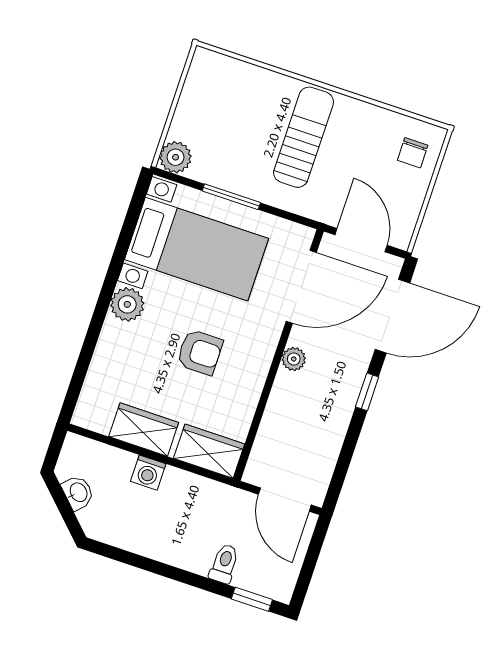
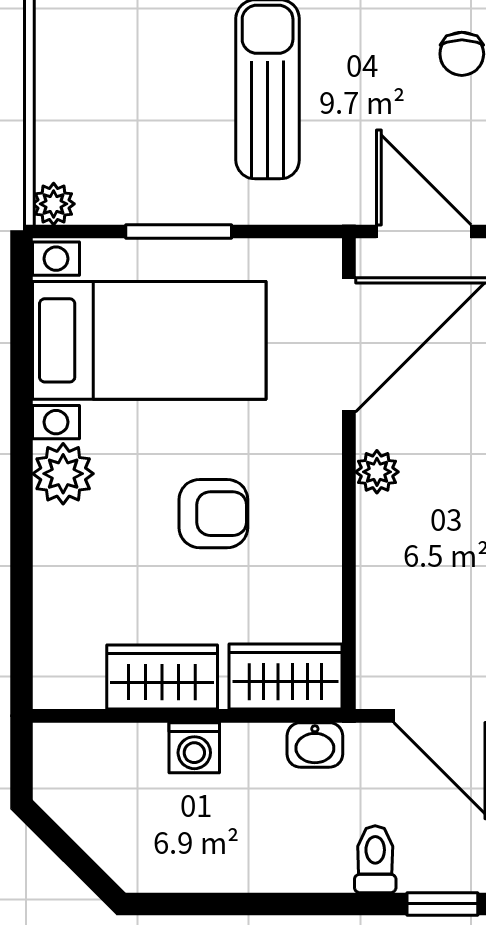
plant: (175, 157) -> (54, 204), width x0.73, depth x0.73
washbasin: (78, 493) -> (315, 745), moved, turned 135

